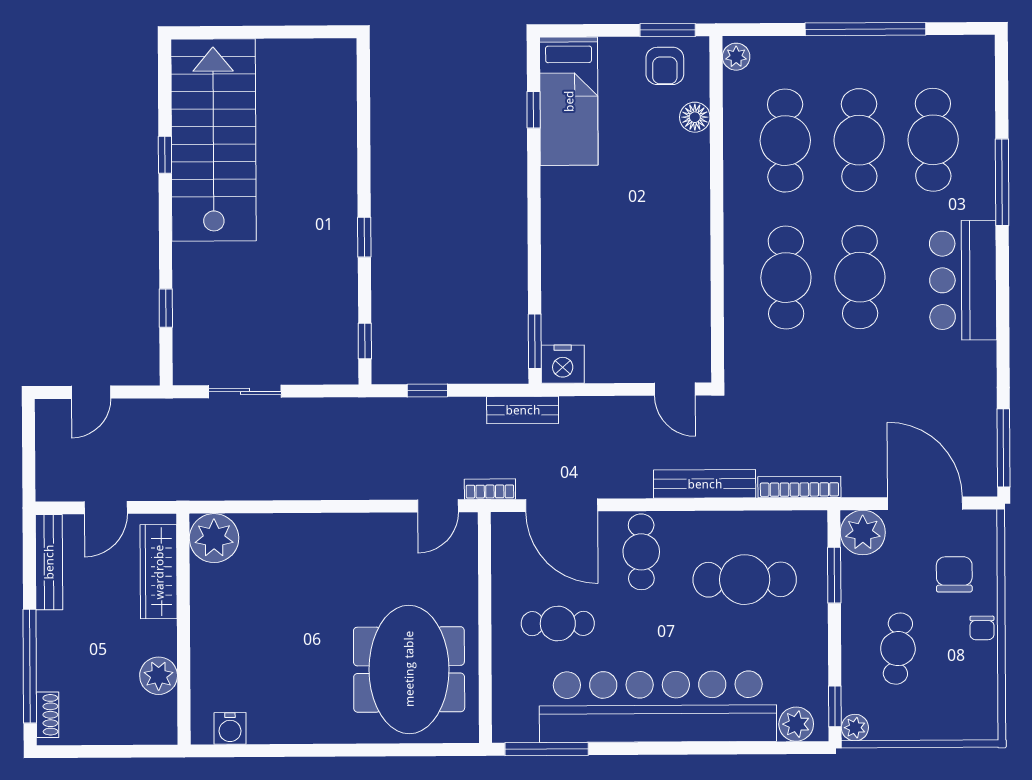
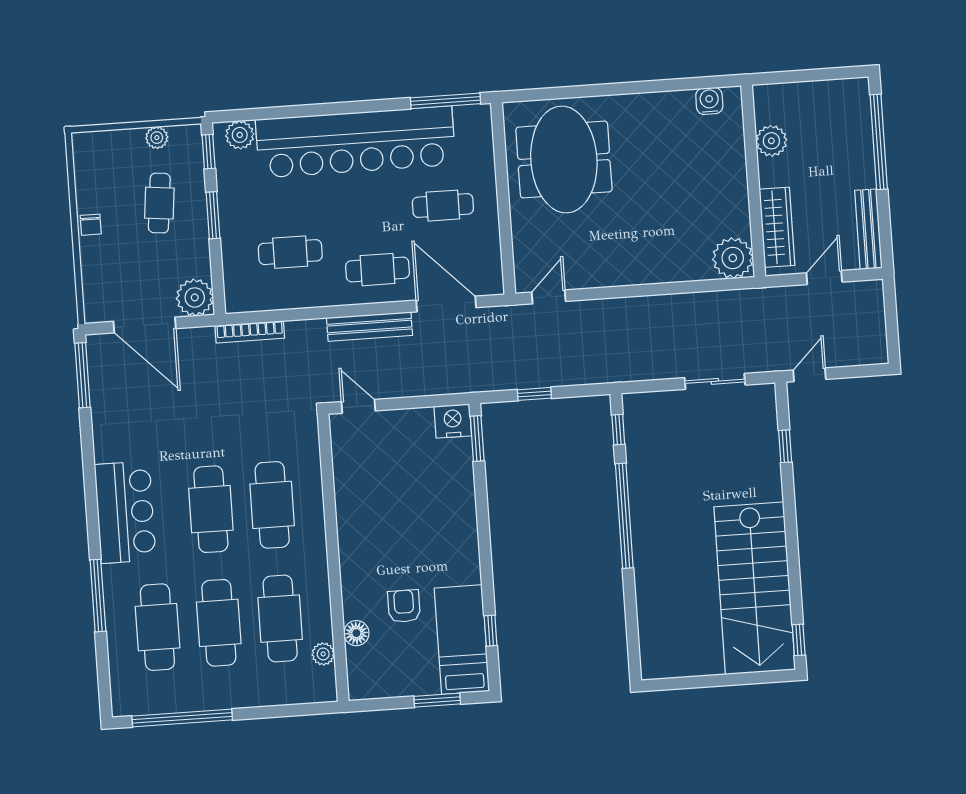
window: (865, 29) -> (182, 718), moved
window: (668, 30) -> (437, 700), moved
plant: (736, 57) -> (323, 654), moved
armchair: (665, 66) -> (404, 606), moved
window: (165, 155) -> (799, 640), moved
window: (364, 237) -> (624, 516), width x3.17
window: (427, 391) -> (534, 394), moved
door: (91, 392) -> (810, 375), moved
bench: (523, 410) -> (484, 381), removed
bench: (705, 484) -> (369, 327), moved
bookcase: (490, 489) -> (506, 314), removed
cafe table: (641, 552) -> (378, 270), turned 90
chair: (954, 574) -> (117, 268), removed
window: (834, 575) -> (213, 215), moved
cafe table: (745, 580) -> (290, 252), width x0.73, depth x0.74
chair: (982, 628) -> (91, 225), turned 180
shoe rack: (48, 715) -> (861, 102), removed
plant: (855, 728) -> (157, 138), moved

